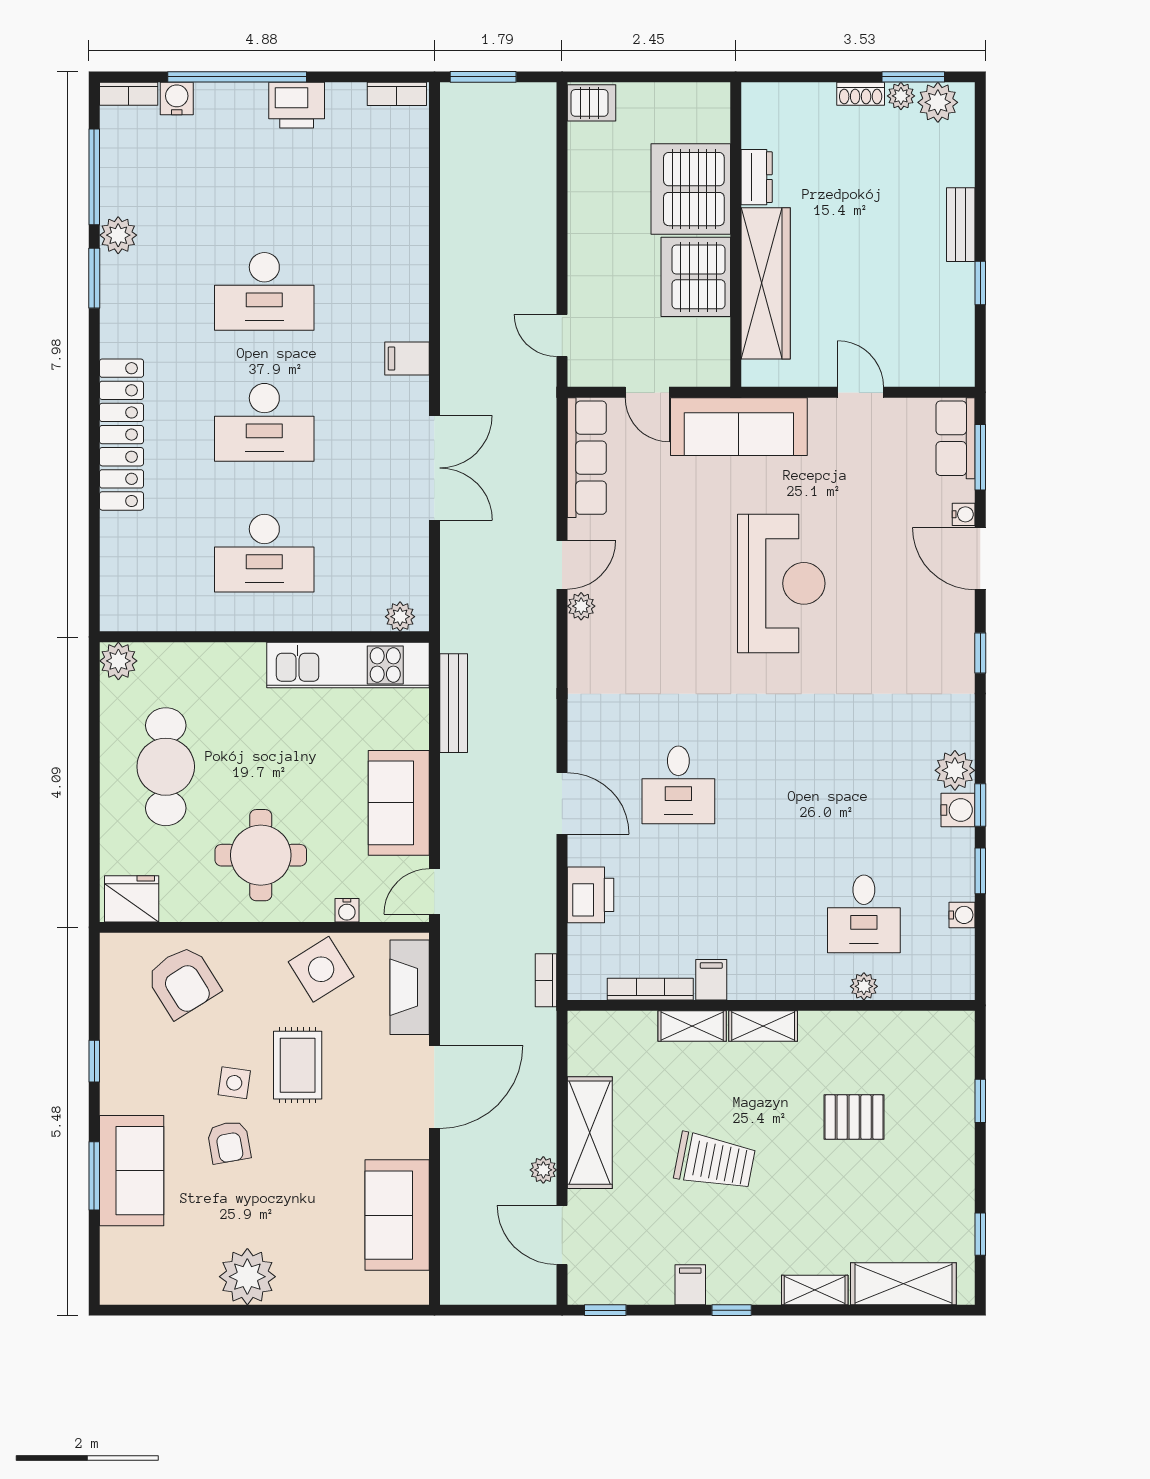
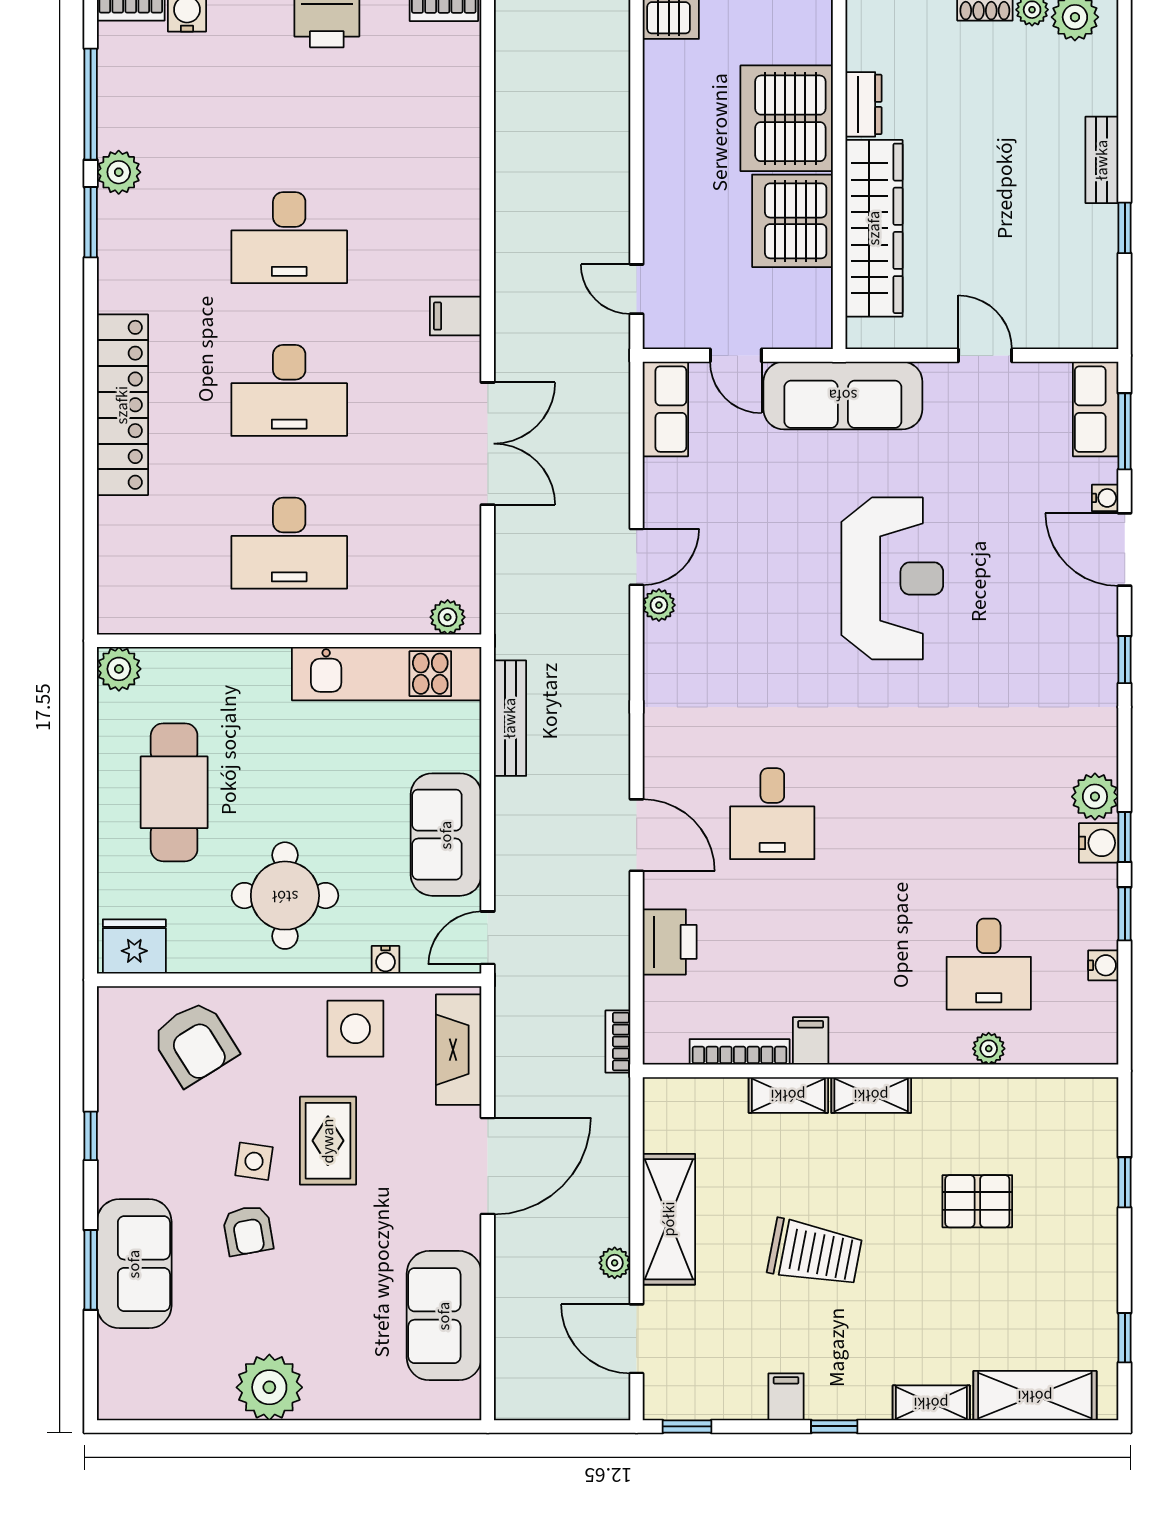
row of seats: (587, 458) -> (665, 409), width x0.68
side table: (321, 969) -> (355, 1029), turned 32

